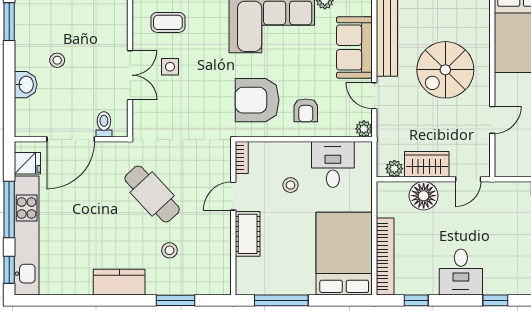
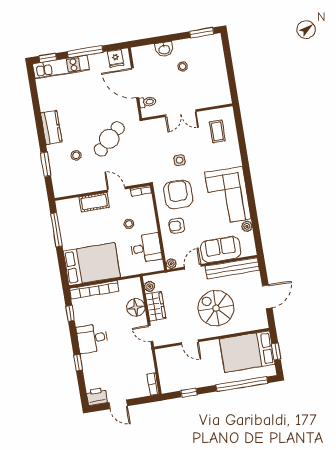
side table: (170, 67) -> (180, 160), moved
kitchen unit: (27, 235) -> (61, 67), width x0.73

